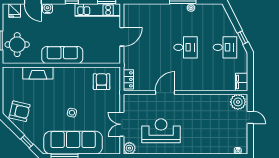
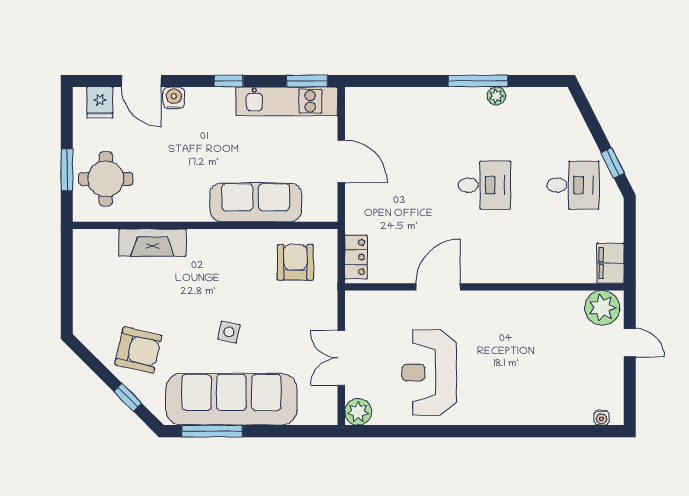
door: (122, 37) -> (341, 161), hinge flipped
sofa: (62, 55) -> (256, 202), moved
armchair: (20, 111) -> (138, 350), moved
reception desk: (161, 131) -> (429, 373), turned -90

